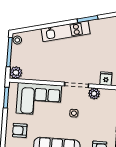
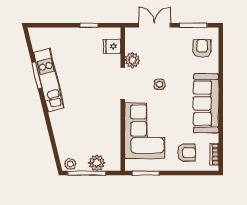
kitchen unit: (66, 31) -> (49, 80), moved
plant: (16, 73) -> (97, 163), moved
armchair: (20, 130) -> (187, 153), turned -90

